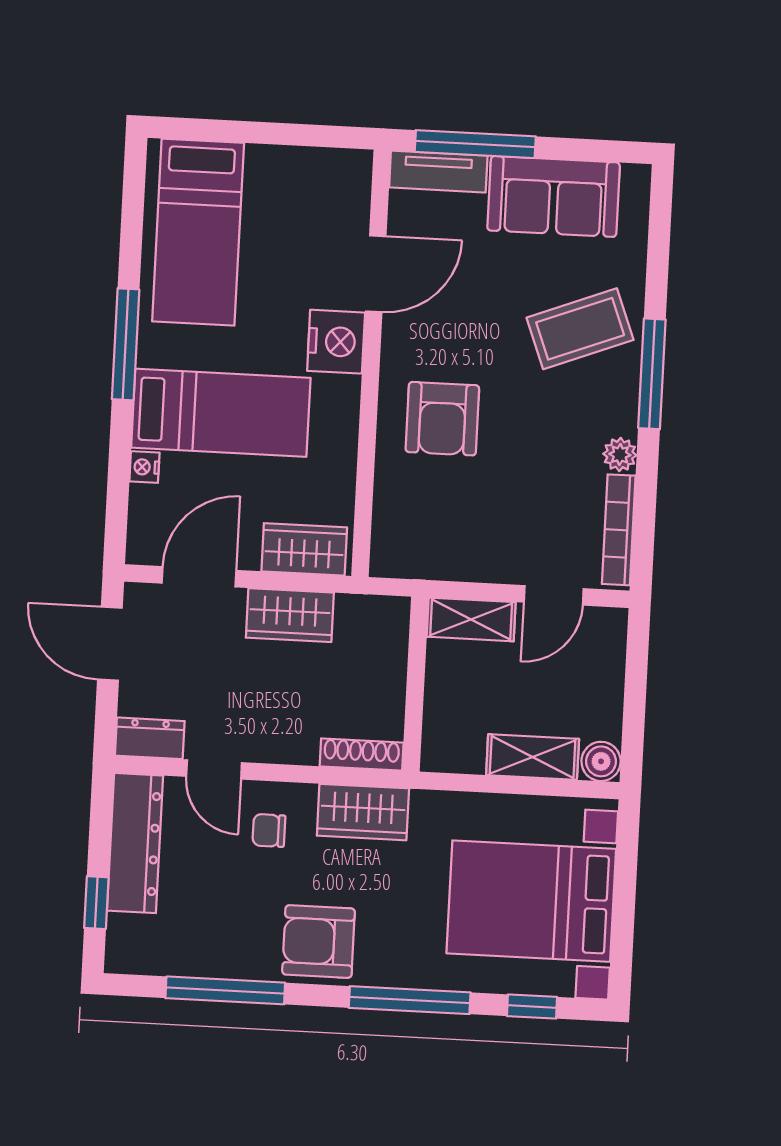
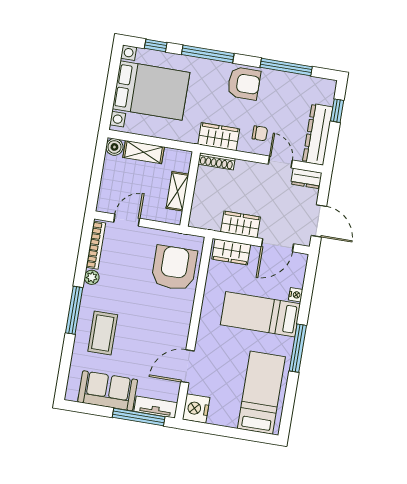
coffee table: (580, 329) -> (103, 333), turned -69
nightstand: (336, 342) -> (196, 408), moved
armchair: (442, 419) -> (174, 268), moved, width x1.36, depth x1.36
shelving: (471, 619) -> (177, 191), moved, turned 90

